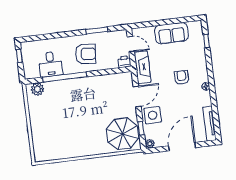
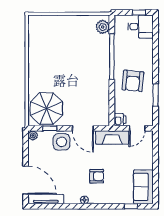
sofa: (171, 33) -> (143, 187), moved
desk: (51, 64) -> (141, 27), moved, turned 180
door: (182, 147) -> (26, 180), moved

